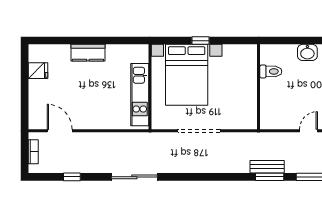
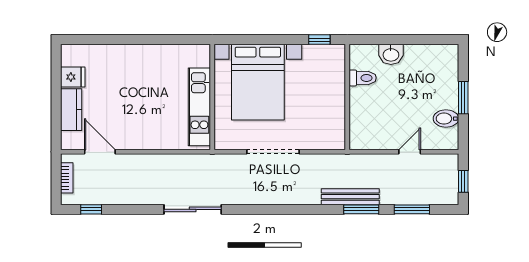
window: (201, 41) -> (319, 40), moved
washbasin: (307, 52) -> (391, 54), moved
kitchen counter: (88, 53) -> (71, 110), moved, turned -90
bench: (267, 167) -> (350, 197), width x1.36
window: (72, 177) -> (91, 209), moved

